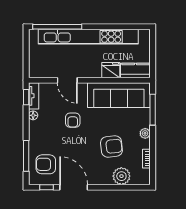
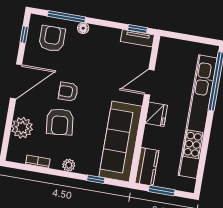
window: (153, 55) -> (162, 191), added
fridge: (111, 70) -> (156, 114), moved
window: (153, 110) -> (96, 179), width x0.46
floor lamp: (33, 115) -> (83, 28), moved
armchair: (73, 120) -> (68, 92), moved
door: (74, 187) -> (16, 81), moved

